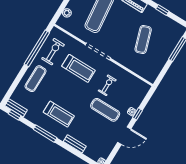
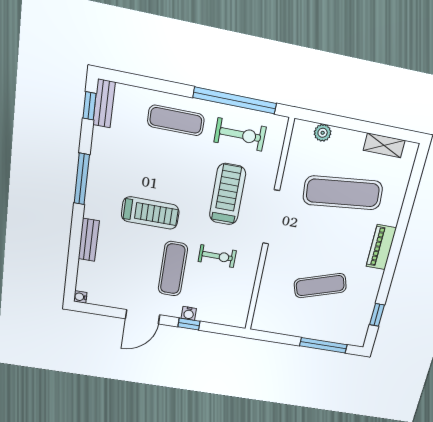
window: (162, 10) -> (377, 315), moved
treadmill: (79, 68) -> (227, 194), turned 180
treadmill: (59, 114) -> (150, 213), moved, turned -90
door: (124, 136) -> (143, 317), hinge flipped

